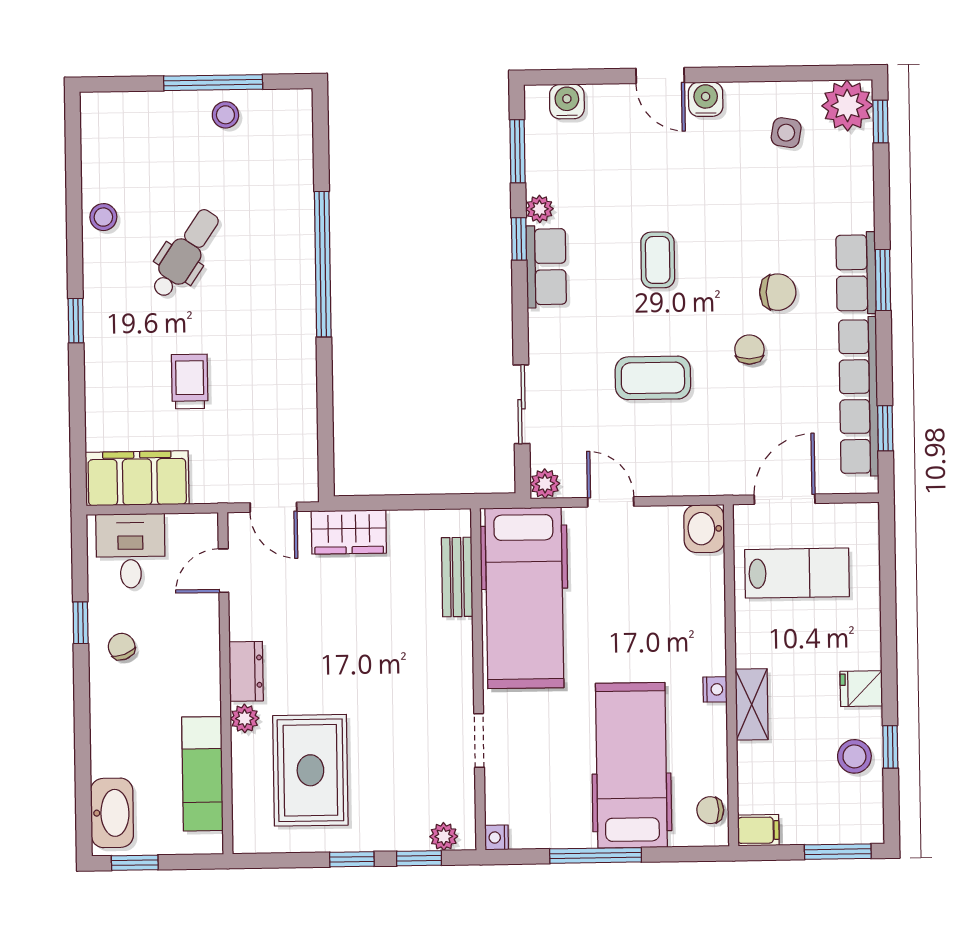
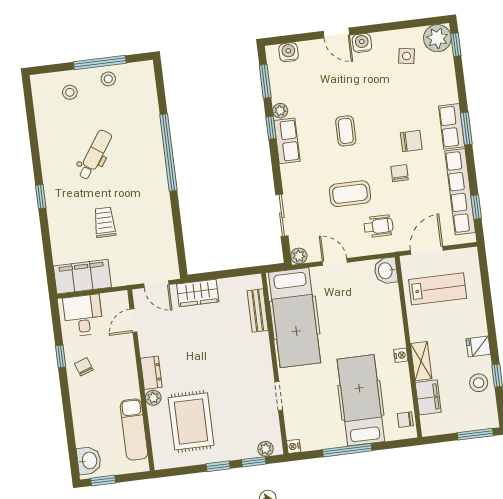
stool: (103, 217) -> (70, 92), moved
wheelchair: (699, 444) -> (378, 226), added
washbasin: (112, 813) -> (89, 461), width x0.72
filing cabinet: (758, 830) -> (428, 397), moved, width x2.00

